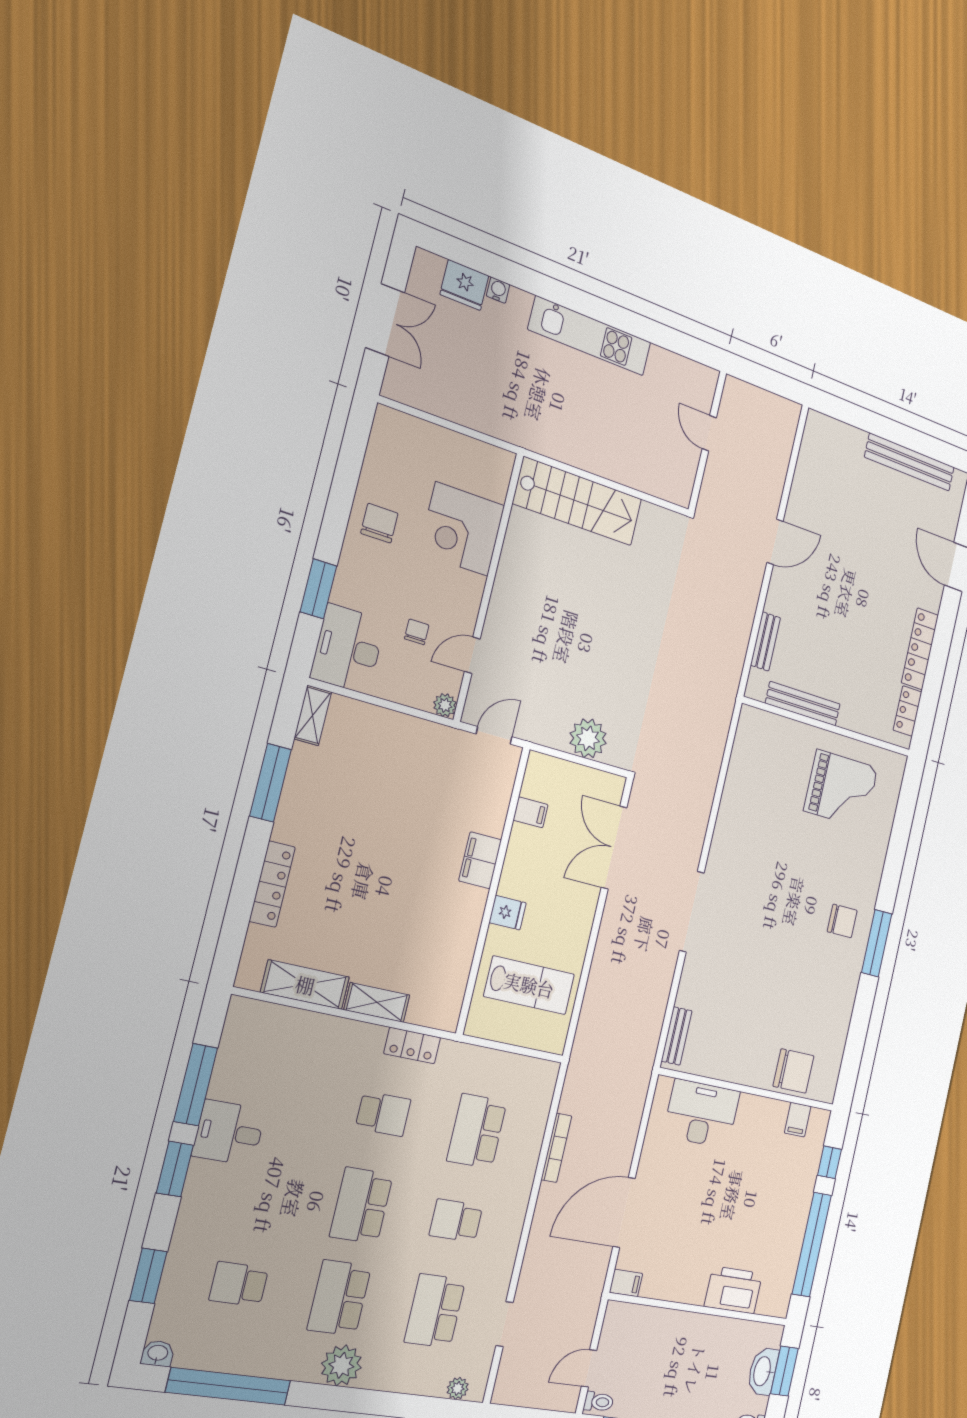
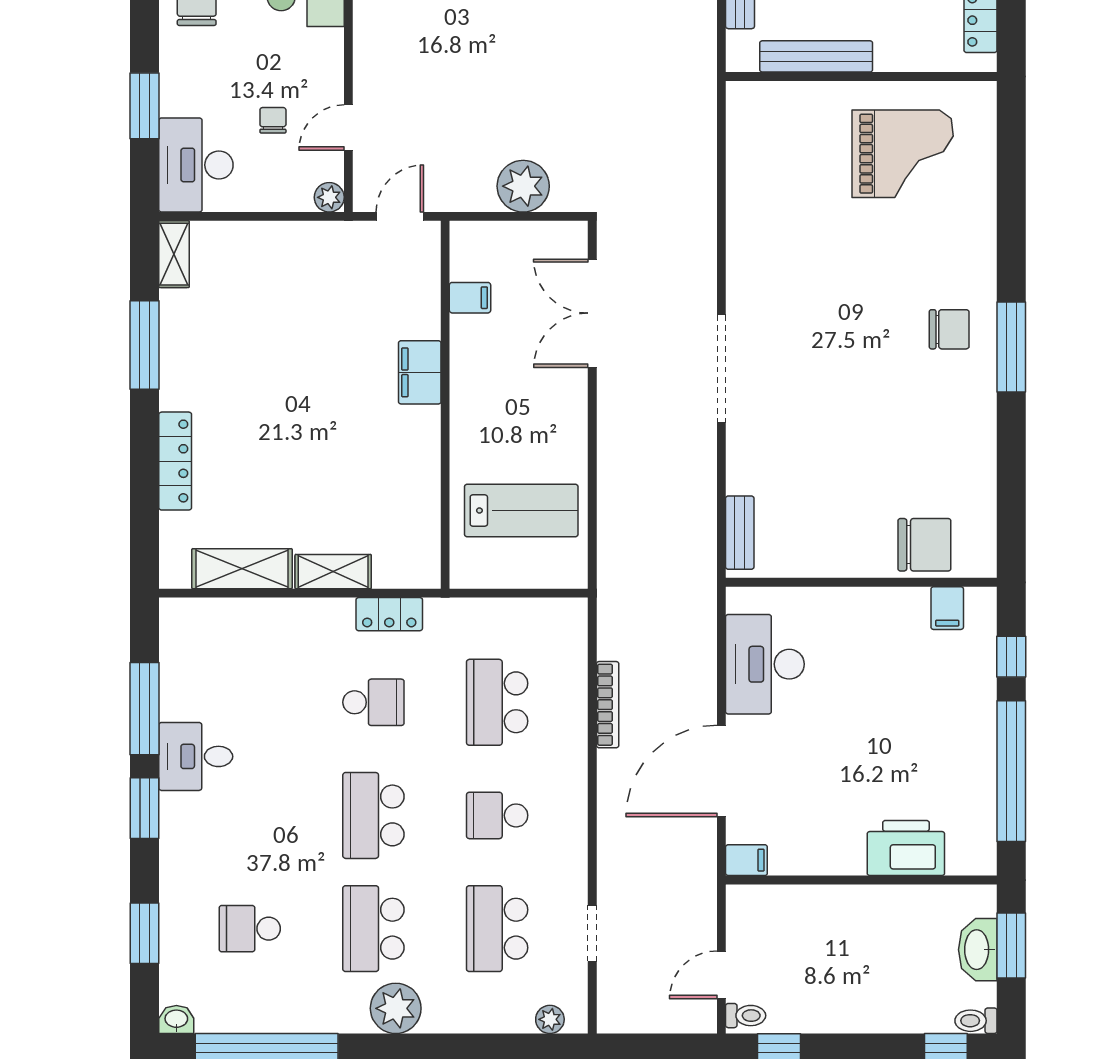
fridge: (508, 913) -> (471, 428), removed
desk: (702, 1114) -> (765, 664), moved, turned -90

